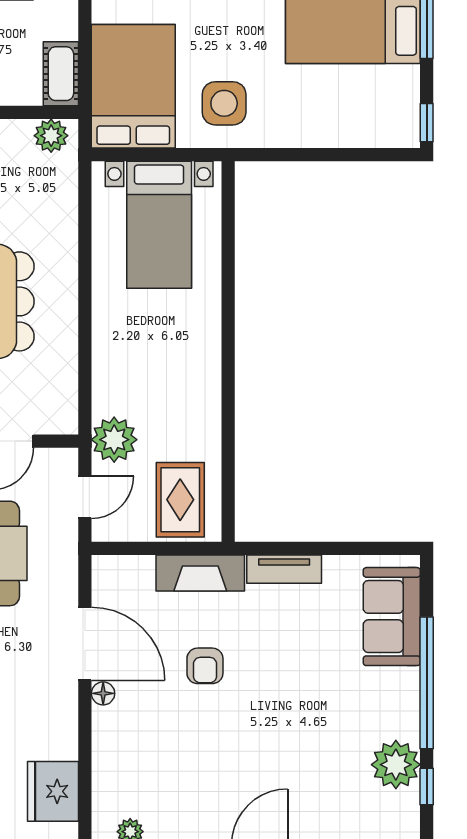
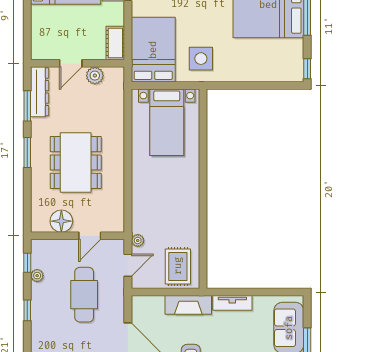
plant: (51, 136) -> (95, 76), moved
plant: (114, 440) -> (138, 240), width x0.53, depth x0.53

